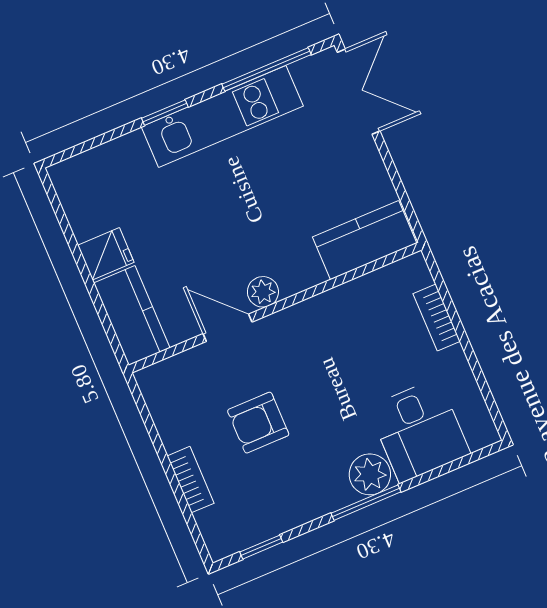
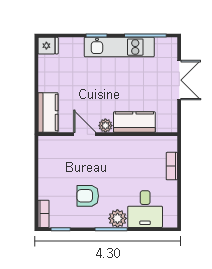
double door: (359, 92) -> (179, 80), moved
kitchen counter: (365, 240) -> (134, 122), moved
fridge: (106, 254) -> (48, 46), moved
armchair: (258, 423) -> (88, 196), moved
bookcase: (191, 480) -> (43, 214), moved

